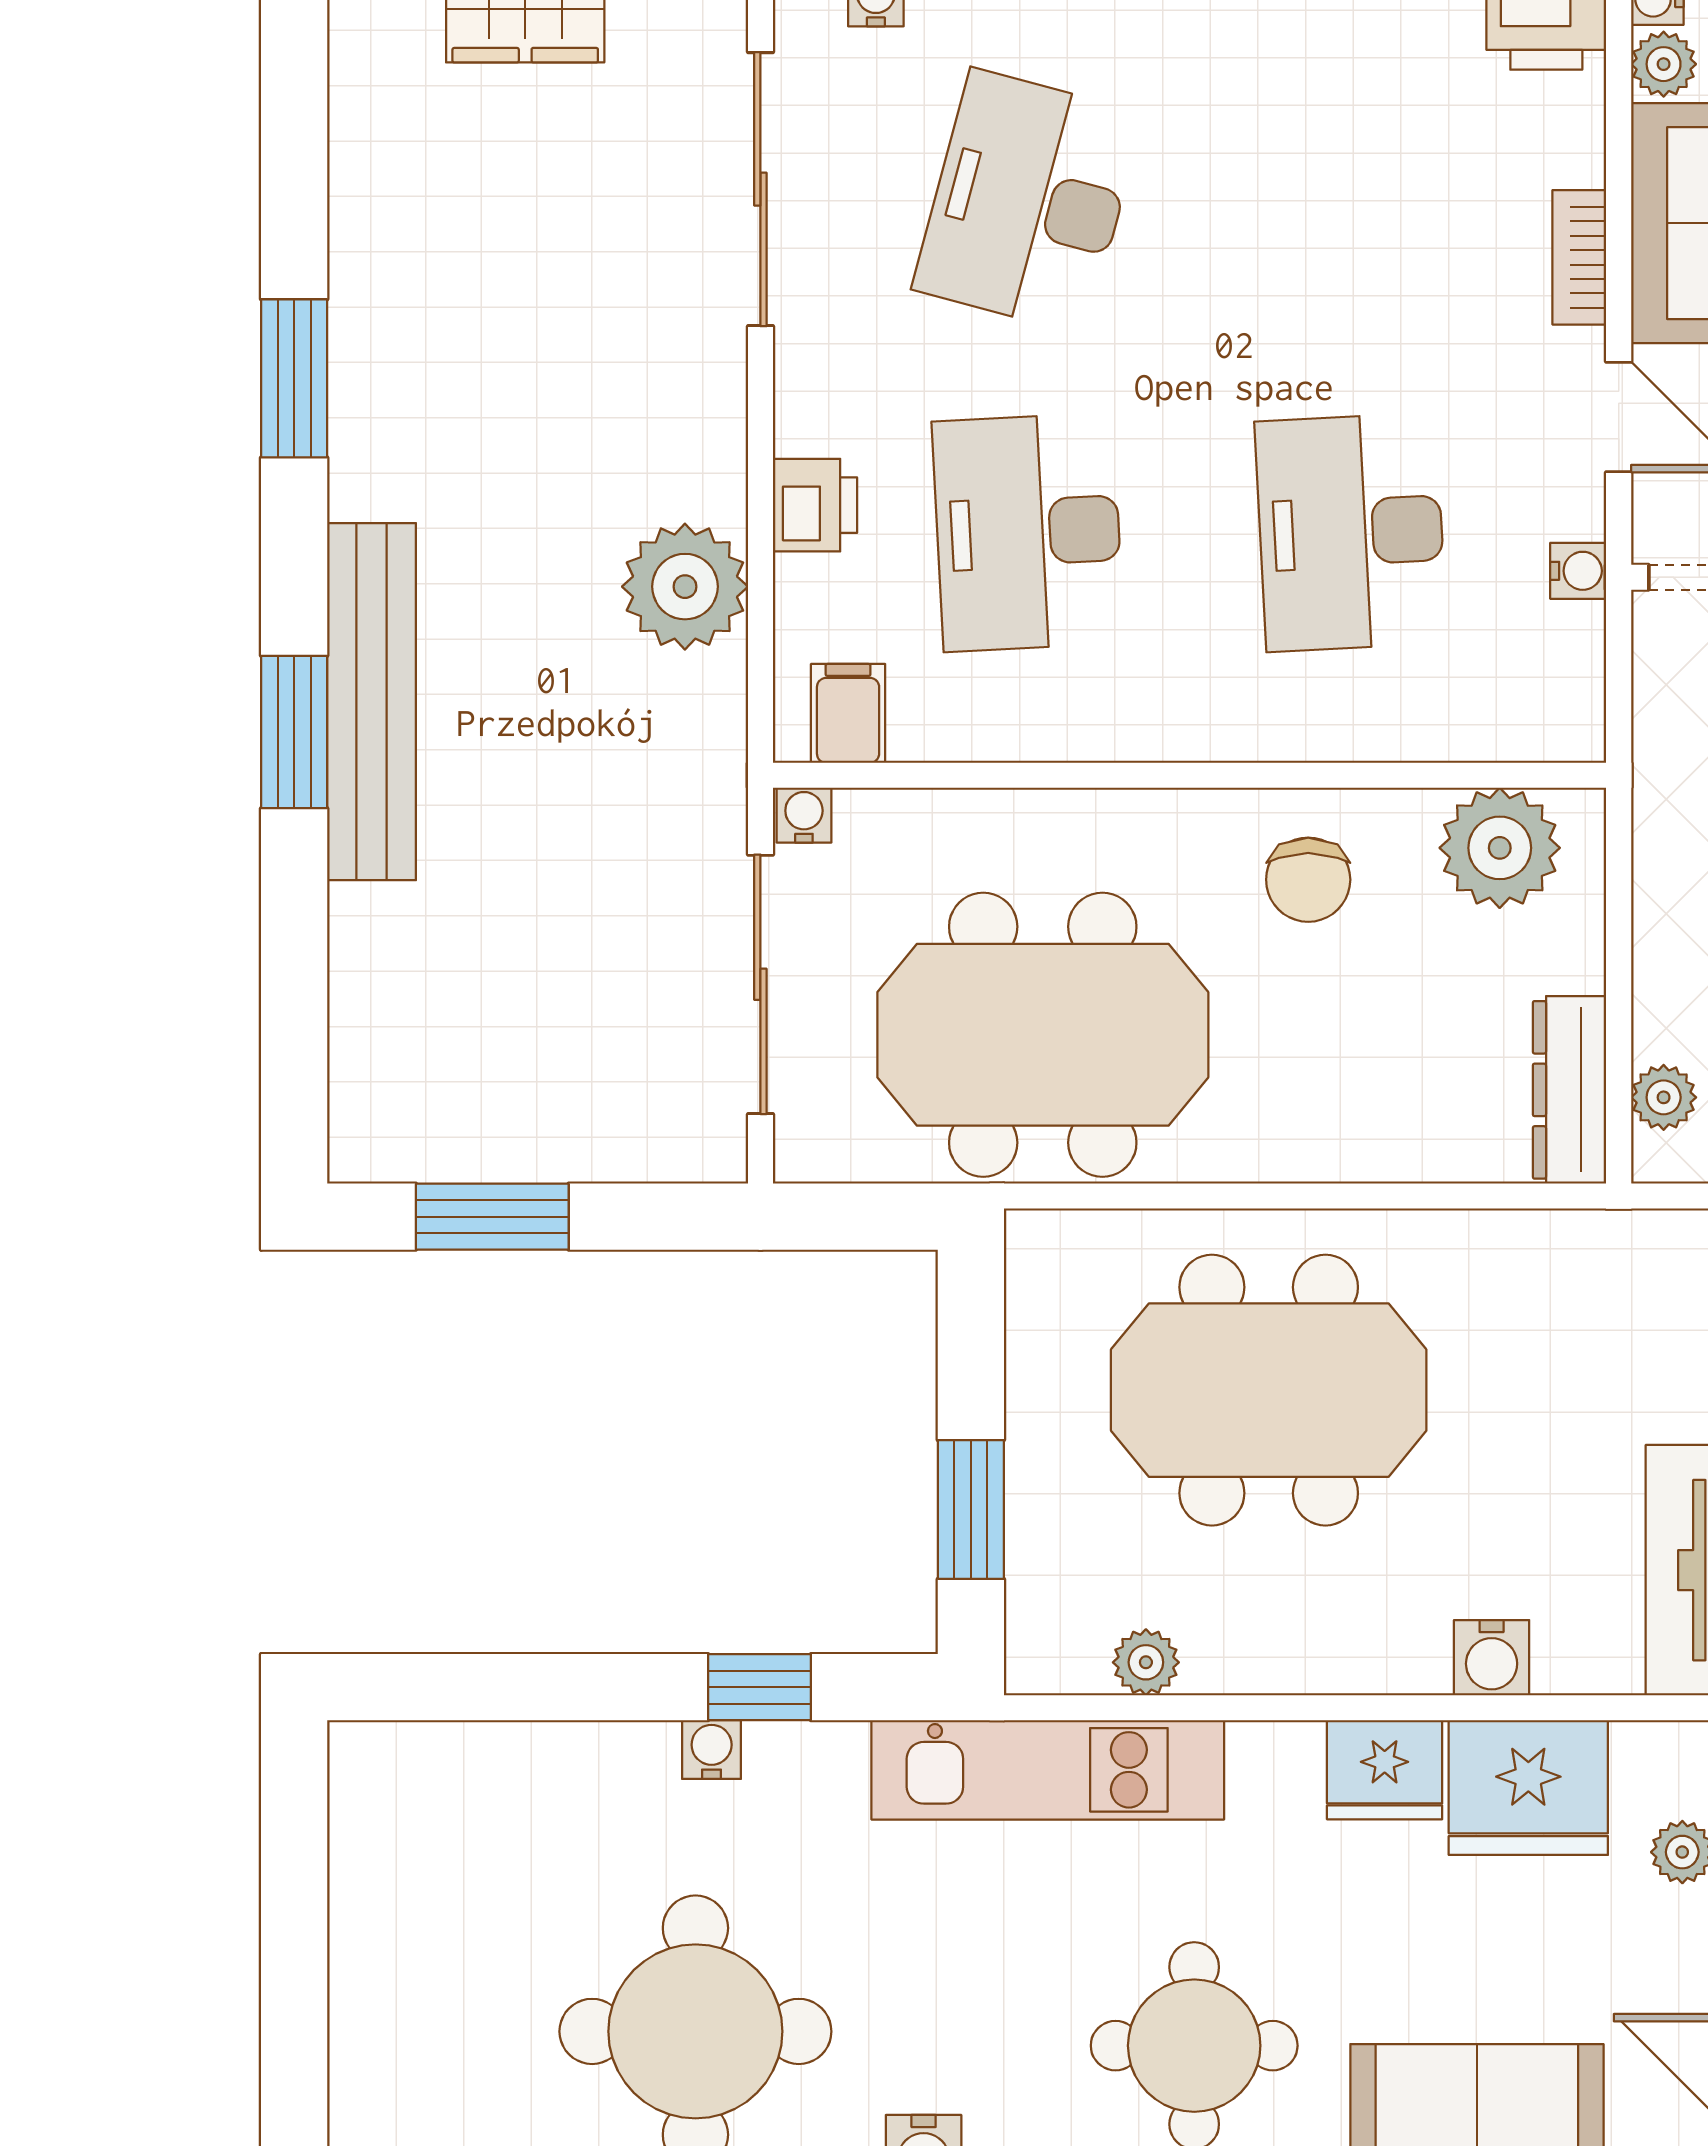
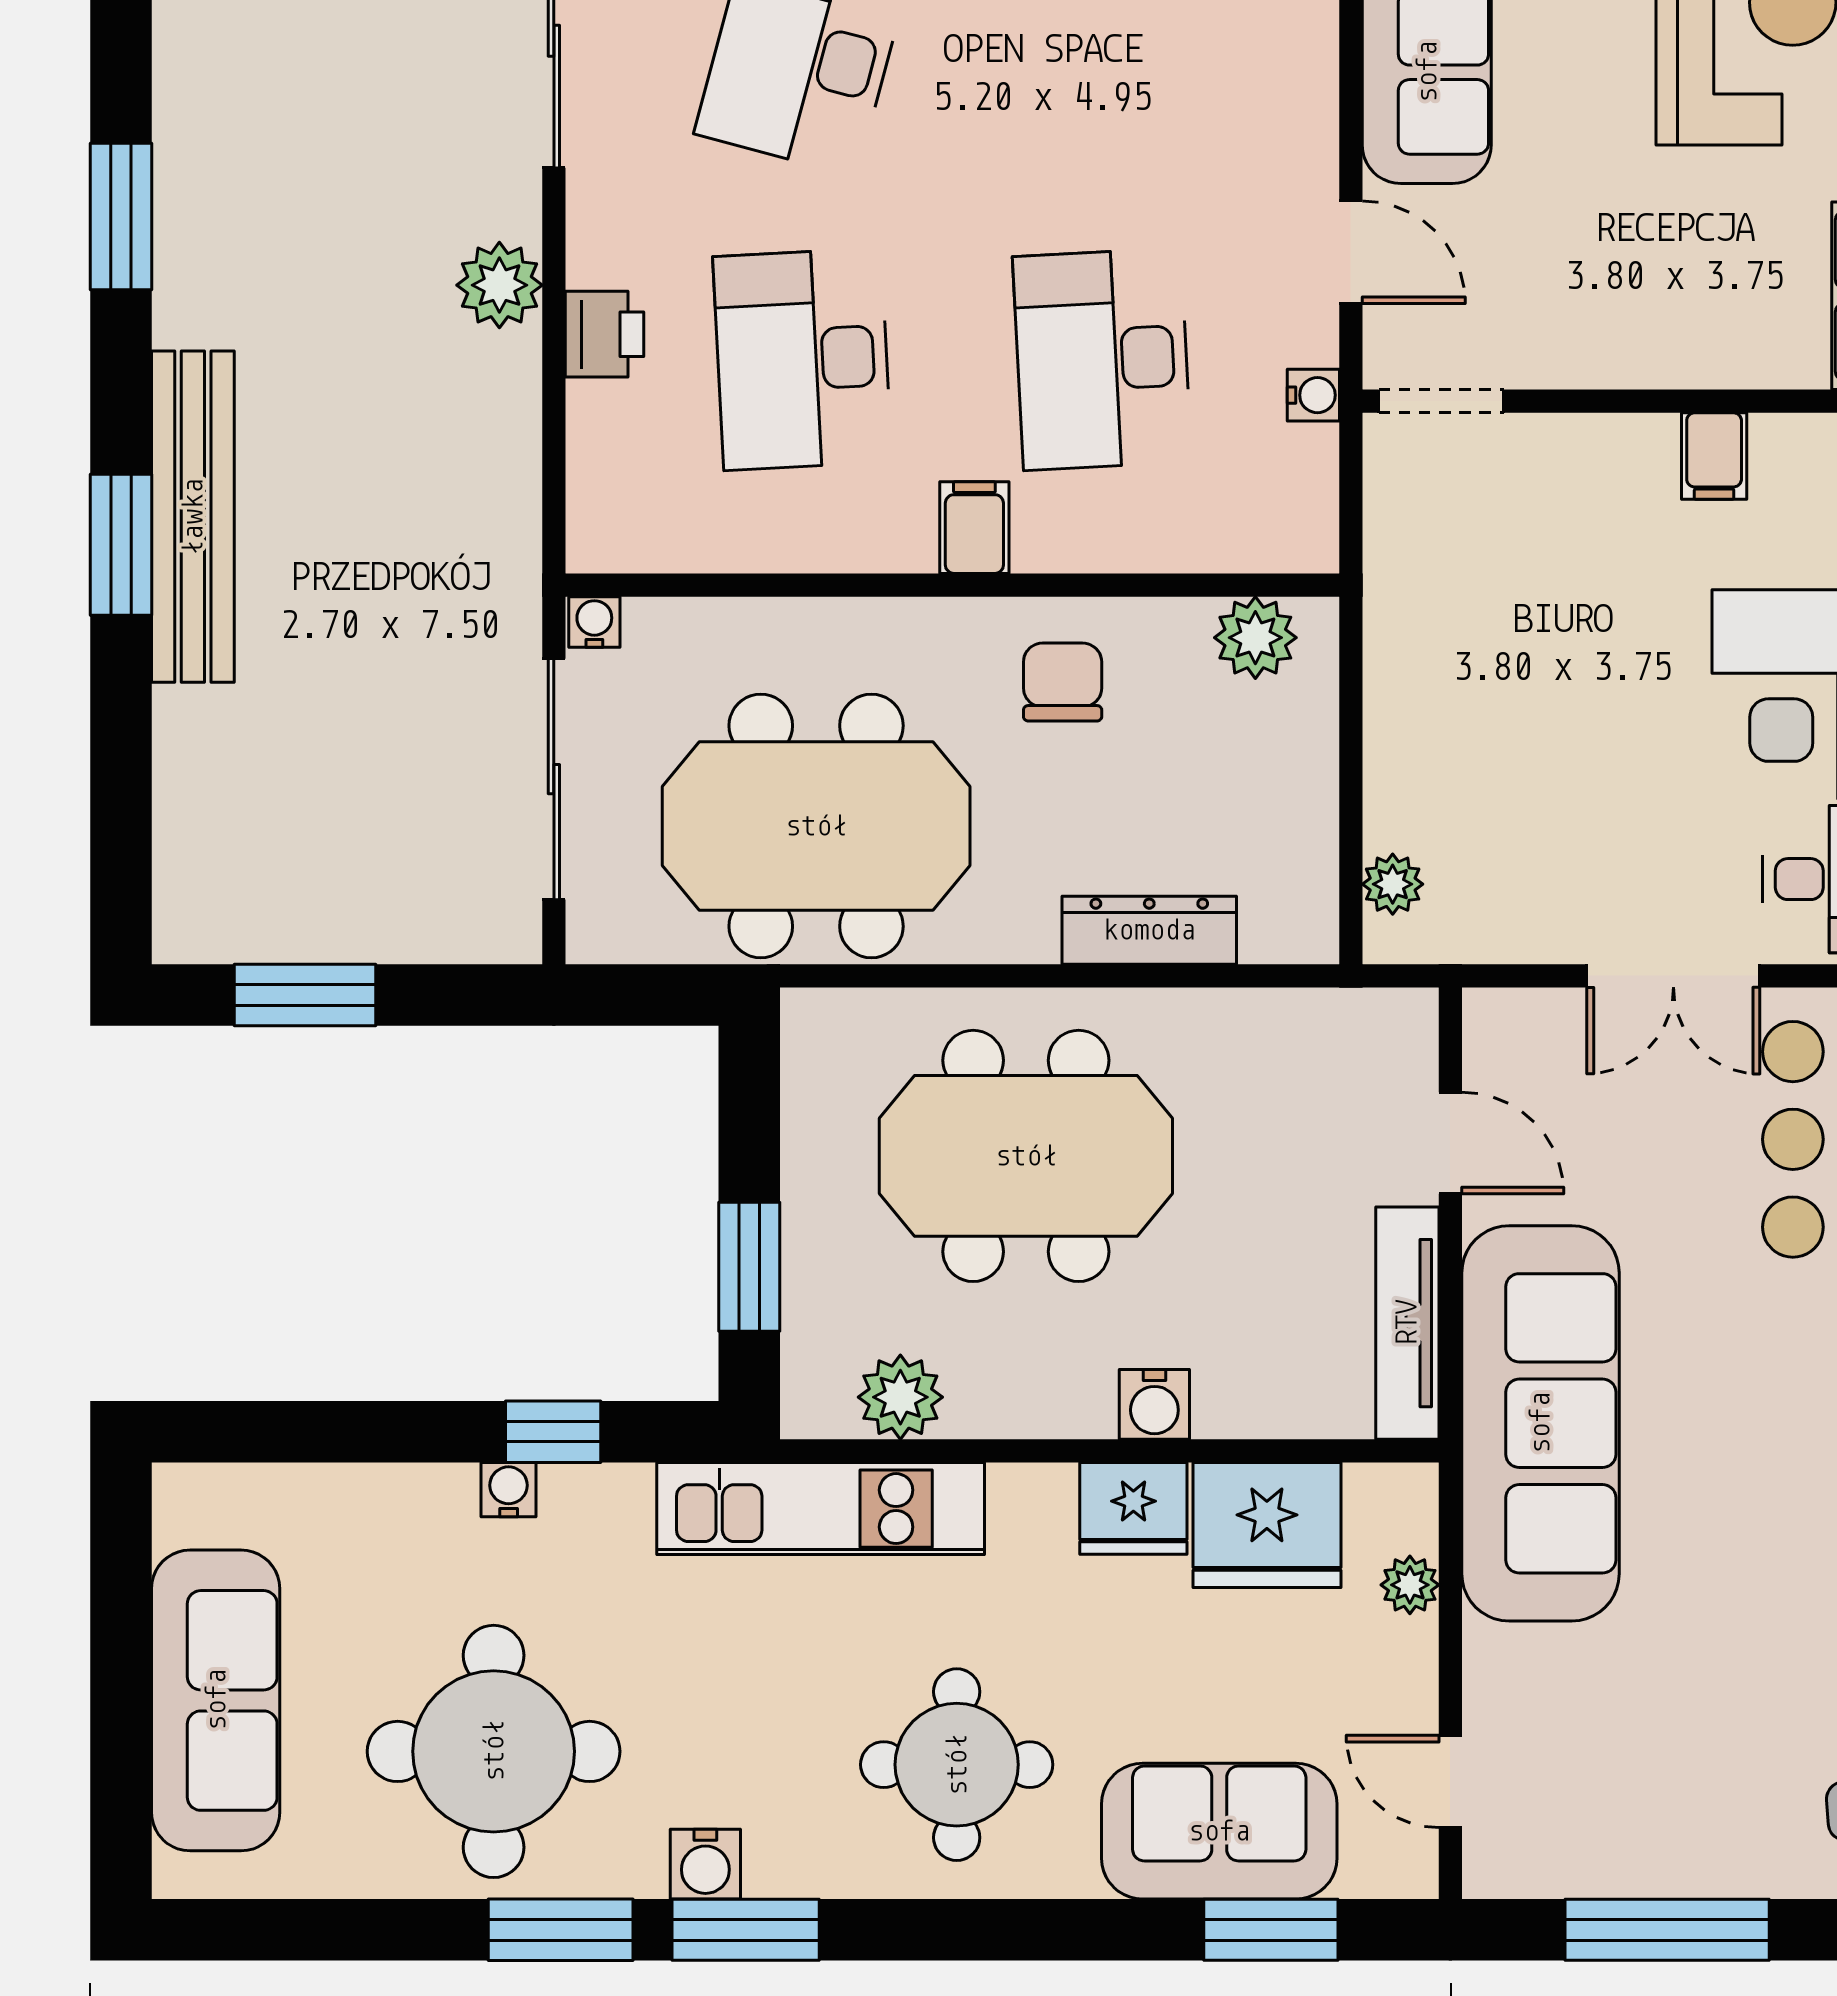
bookcase: (1579, 257) -> (1314, 104), removed
plant: (685, 587) -> (499, 285), moved, width x0.73, depth x0.73
filing cabinet: (848, 713) -> (974, 528), moved
plant: (1500, 848) -> (1255, 638), width x0.73, depth x0.73
chair: (1308, 880) -> (1063, 682), turned 180
dresser: (1570, 1090) -> (1149, 930), moved, turned 90
water cooler: (1492, 1658) -> (1154, 1404), moved
plant: (1146, 1662) -> (900, 1397), width x1.38, depth x1.38
sofa: (396, 1976) -> (216, 1700), added

